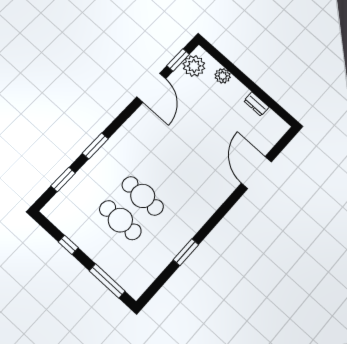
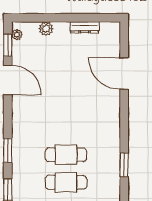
plant: (194, 66) -> (17, 35), width x0.53, depth x0.53
dresser: (256, 104) -> (85, 27), width x1.44

